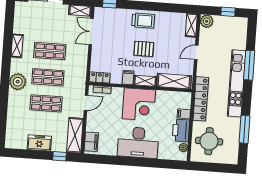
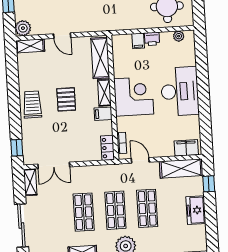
locker: (201, 99) -> (117, 23), removed
printer: (181, 130) -> (152, 39), width x0.53, depth x0.68

